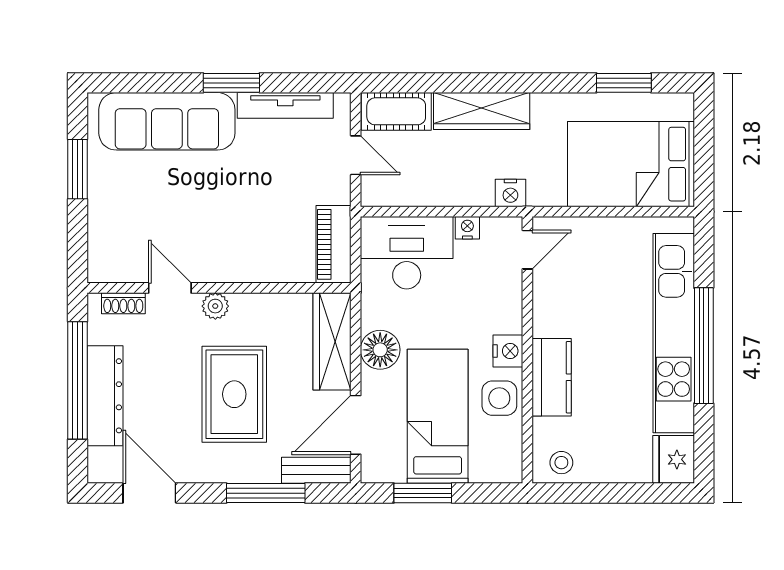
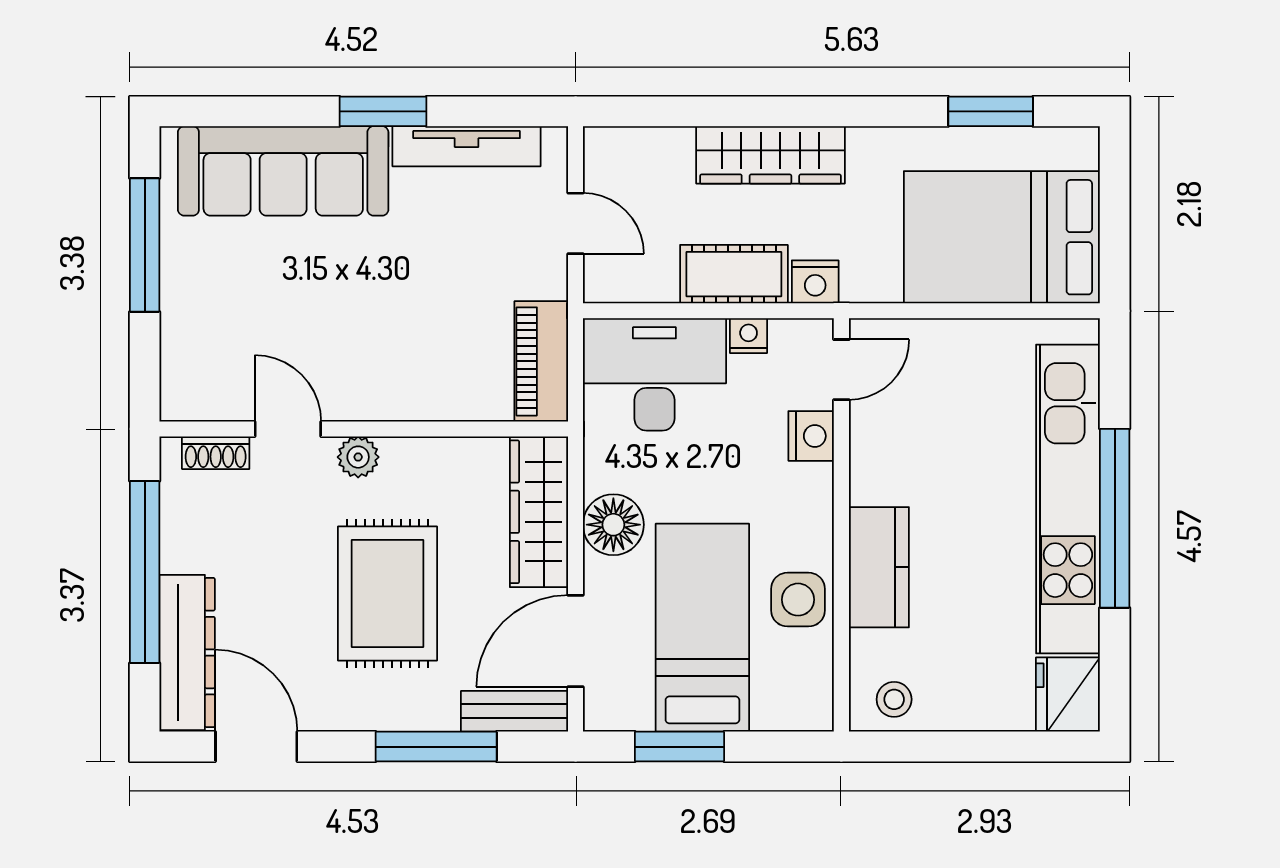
cot: (396, 111) -> (734, 274), moved
window: (77, 169) -> (145, 245), width x1.44
nightstand: (508, 351) -> (811, 436), moved
dresser: (105, 396) -> (187, 653), moved

